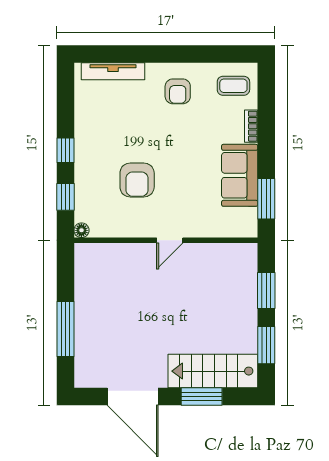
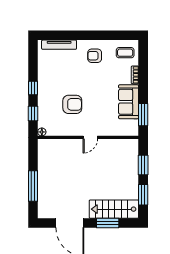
armchair: (178, 91) -> (95, 56), turned 90
armchair: (137, 180) -> (72, 104), turned -90

